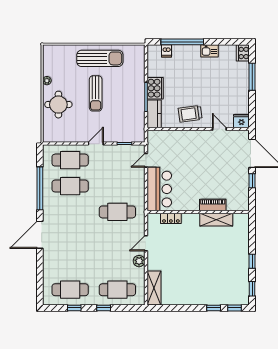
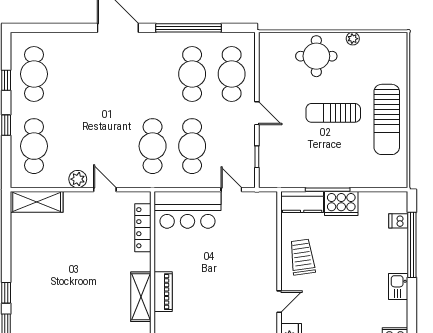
cafe table: (117, 186) -> (192, 146), added
locker: (171, 218) -> (143, 228), width x1.53

